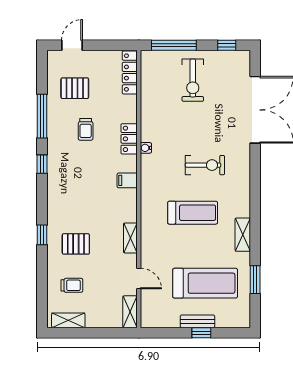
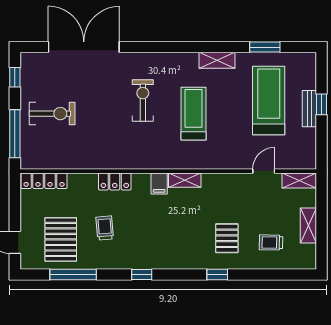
pallet: (75, 88) -> (61, 239), width x1.50, depth x1.42
window: (42, 116) -> (73, 274), moved
trolley: (86, 129) -> (105, 228), turned -95
water cooler: (146, 148) -> (124, 164), removed
shelving: (130, 238) -> (185, 180), moved
trolley: (72, 285) -> (271, 242), turned -89
shelving: (68, 320) -> (308, 225), moved

